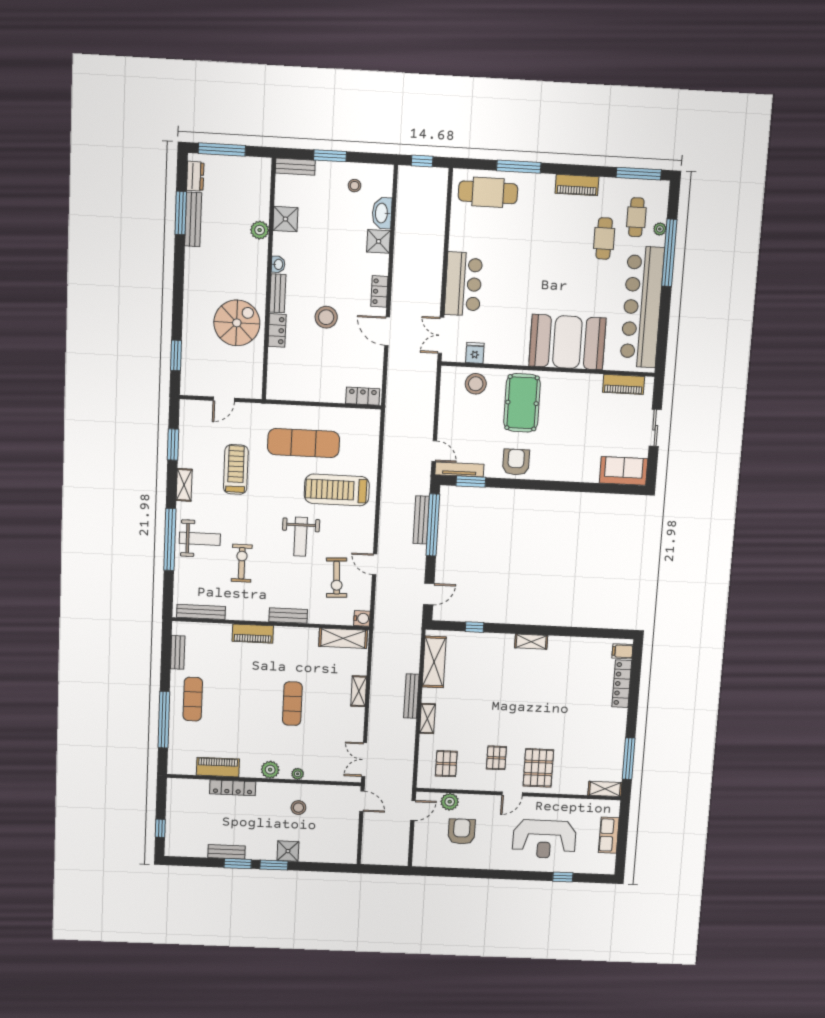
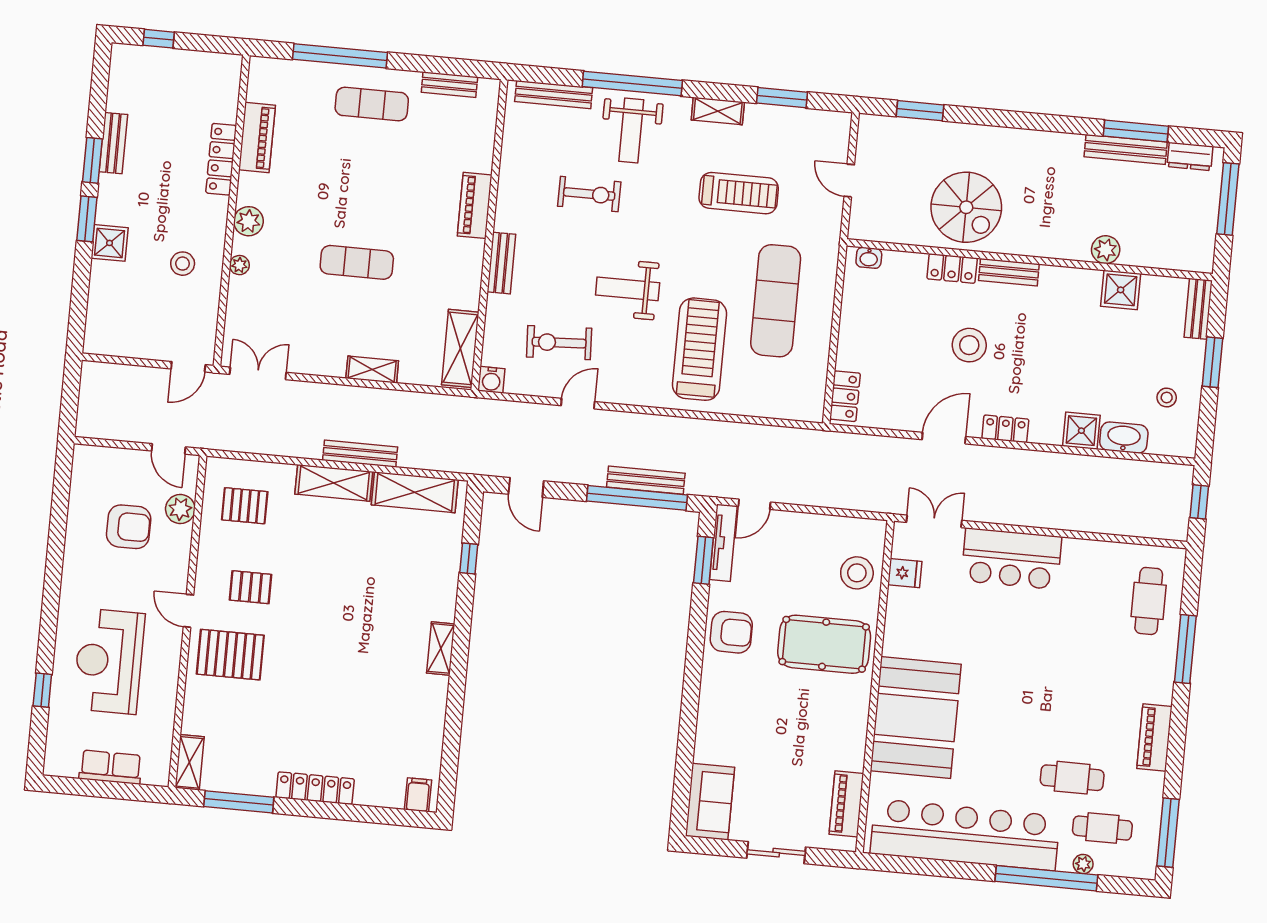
cafe table: (488, 192) -> (1149, 601), width x0.73, depth x0.74
washbasin: (278, 264) -> (869, 258), moved
bench: (201, 612) -> (554, 95), moved, turned 90
locker: (622, 684) -> (315, 788), moved
shelving: (427, 719) -> (334, 483), width x1.50, depth x1.33

